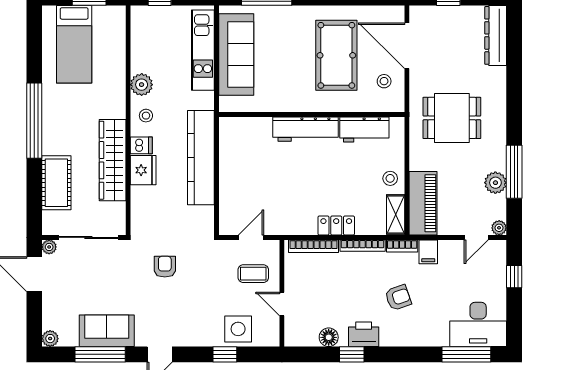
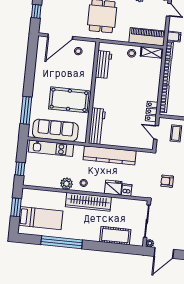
pool table: (336, 55) -> (69, 100), moved
window: (34, 121) -> (62, 242), moved
workbench: (306, 129) -> (97, 126), moved
dishwasher: (141, 145) -> (127, 190), moved
wardrobe: (113, 160) -> (88, 202), moved
locker: (336, 225) -> (152, 111), moved

